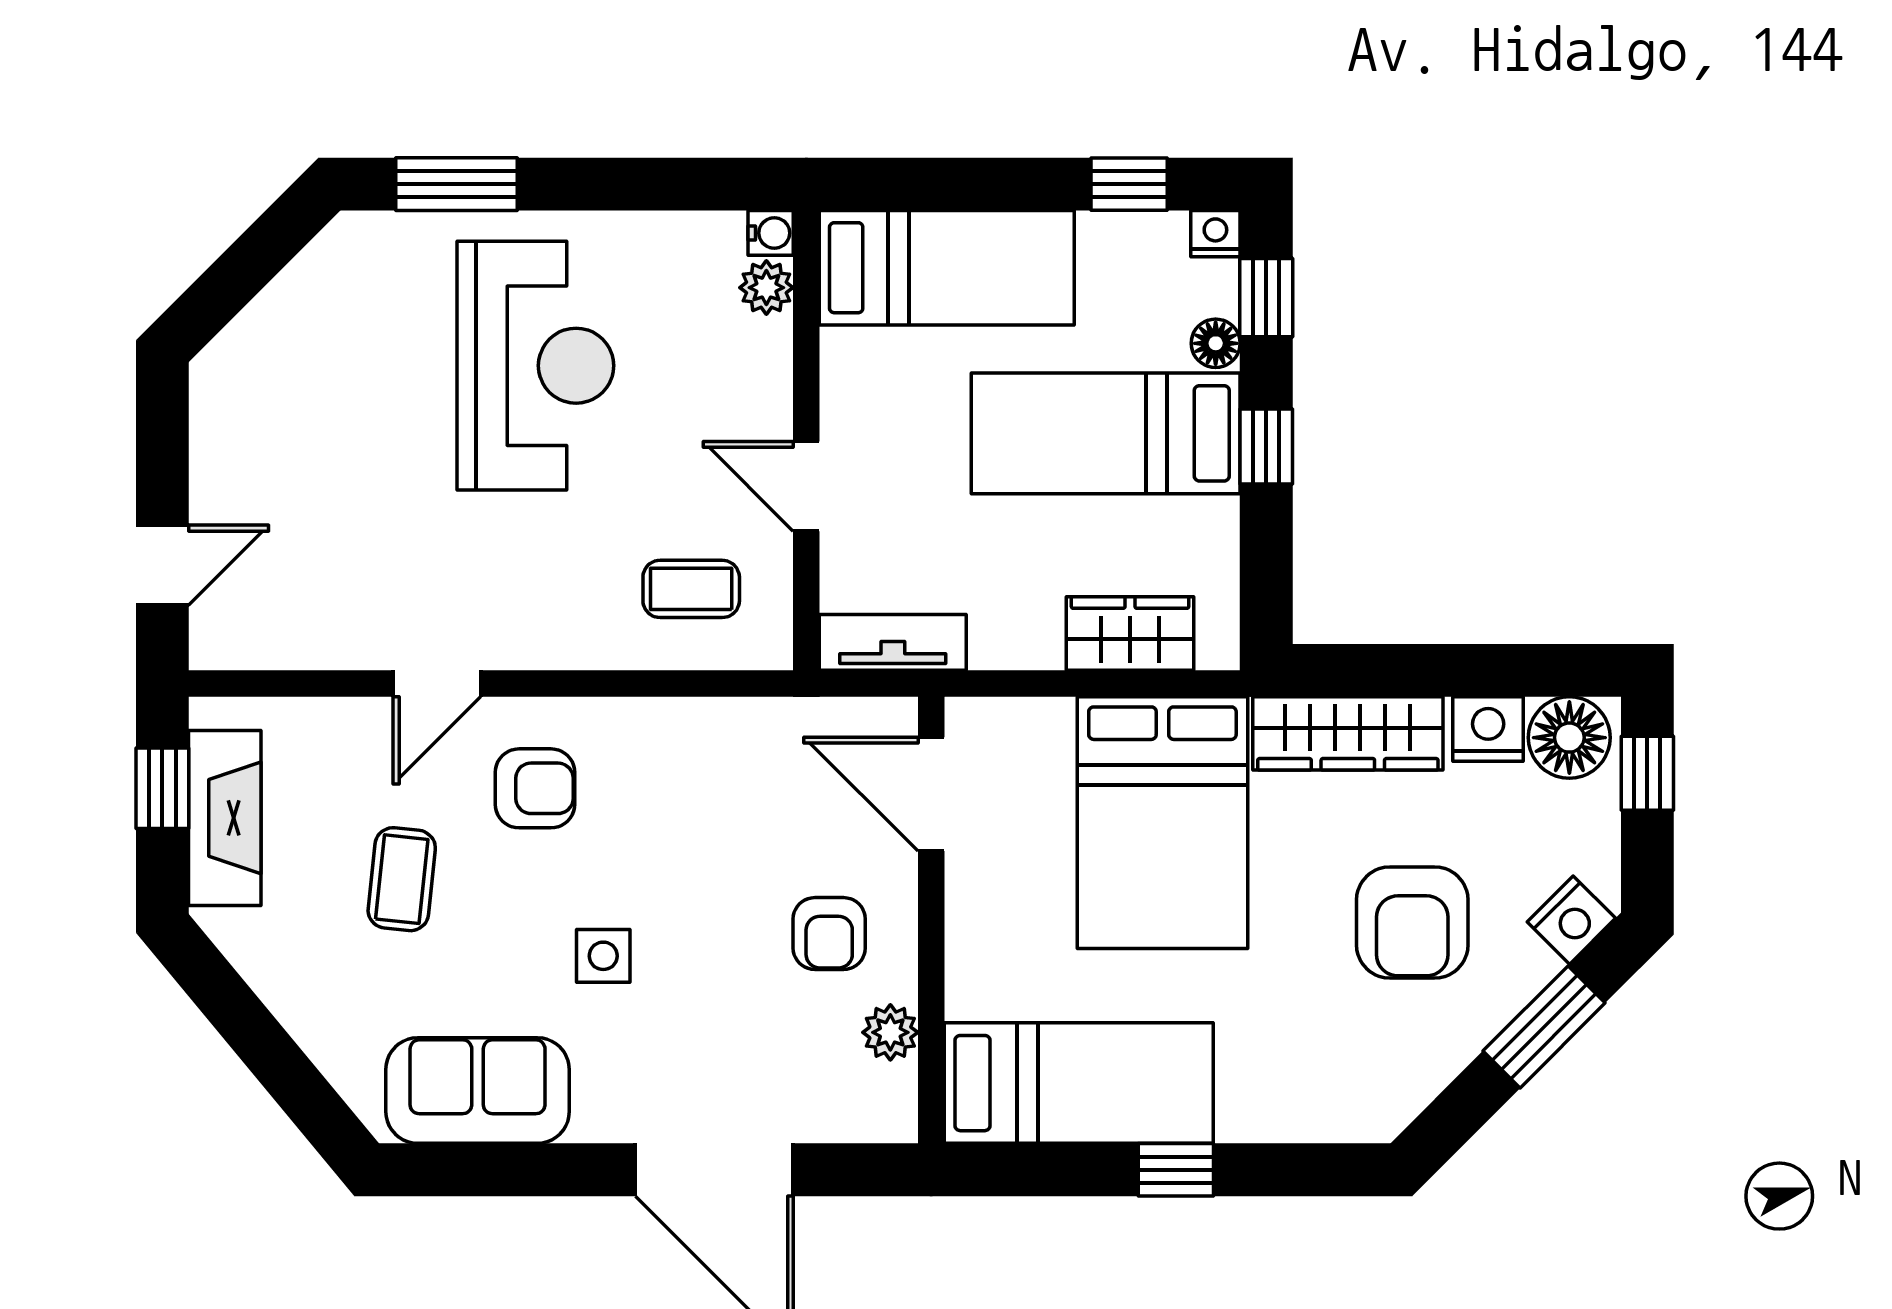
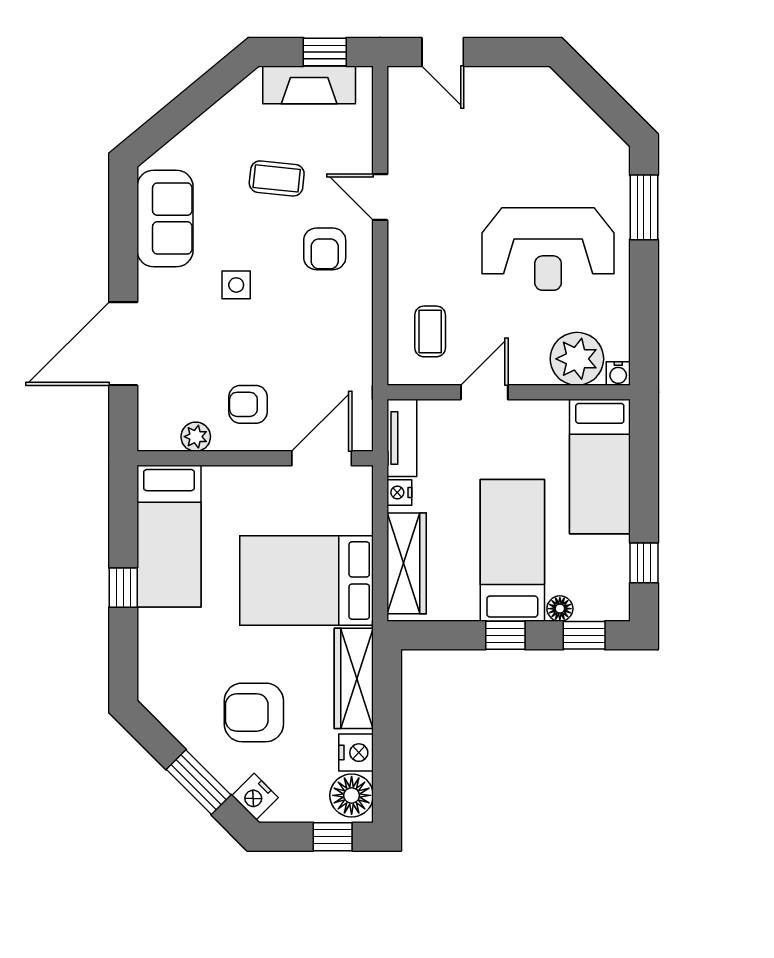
nightstand: (1215, 234) -> (399, 492), moved, turned 180
plant: (766, 288) -> (577, 359), width x1.87, depth x1.87
wardrobe: (1130, 633) -> (407, 563), width x1.50

